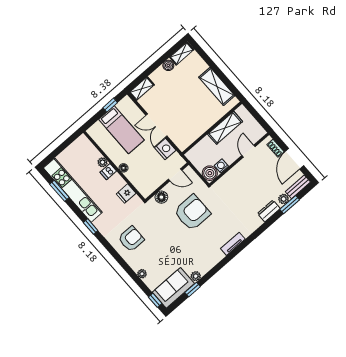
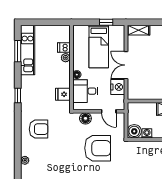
dishwasher: (108, 172) -> (64, 48), moved
desk: (142, 175) -> (85, 91), added
kitchen unit: (73, 190) -> (28, 50), width x0.73

